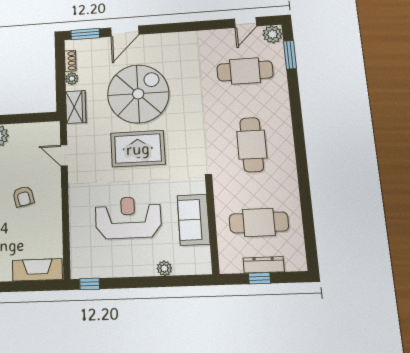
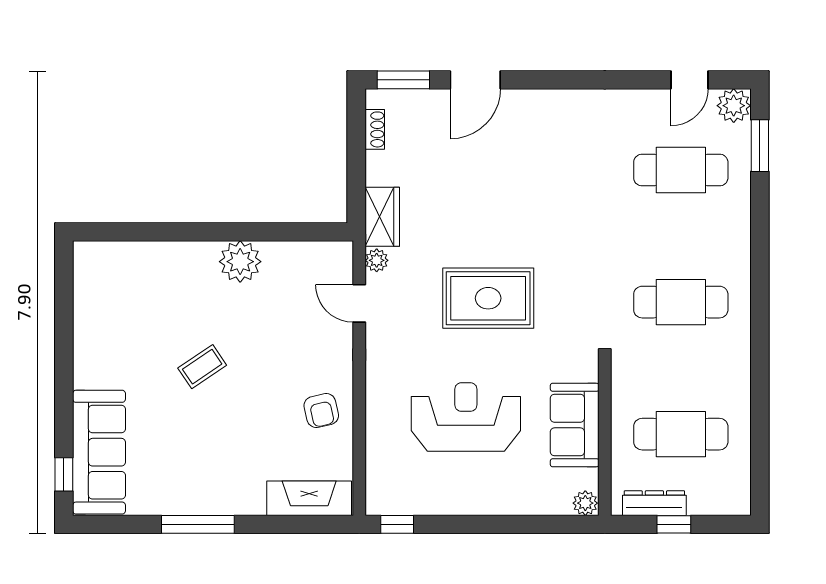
plant: (72, 79) -> (377, 260), moved
spiral stairs: (138, 94) -> (494, 200), removed
cafe table: (252, 145) -> (681, 302), turned 90
armchair: (23, 196) -> (321, 411), moved
dresser: (264, 265) -> (654, 503), moved
plant: (164, 268) -> (585, 503), moved

